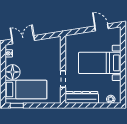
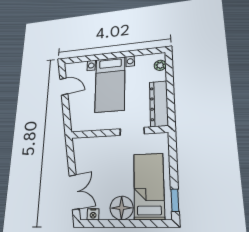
door: (102, 27) -> (64, 86), swing flipped
double door: (23, 40) -> (74, 192), swing flipped

